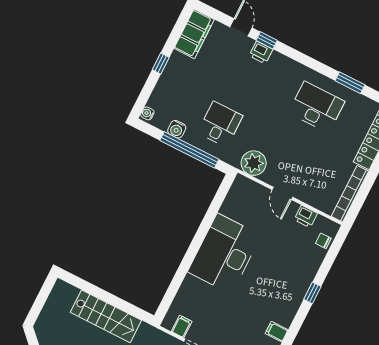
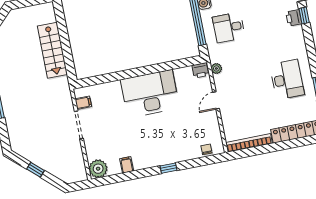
desk: (220, 124) -> (229, 27), turned 180
plant: (254, 163) -> (216, 68), width x0.53, depth x0.53
printer: (306, 216) -> (200, 70), moved, turned -90

